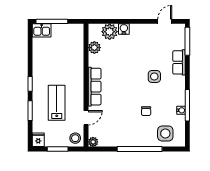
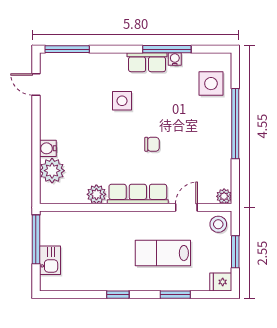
window: (52, 21) -> (36, 239), moved
kitchen sink: (42, 30) -> (50, 260), moved
plant: (94, 48) -> (96, 194), moved
row of seats: (179, 62) -> (147, 62), moved
window: (30, 84) -> (118, 295), moved
chair: (146, 111) -> (152, 144), moved
door: (86, 118) -> (186, 207), hinge flipped

